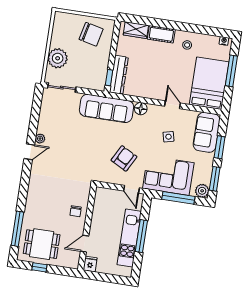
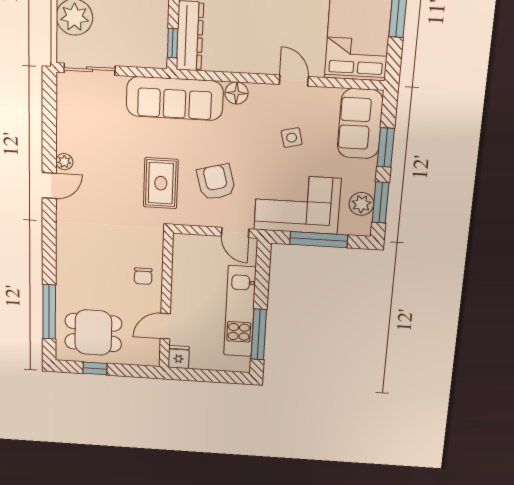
rug: (93, 156) -> (161, 183), added
armchair: (124, 158) -> (216, 182), turned -43
plant: (202, 191) -> (361, 204), moved
window: (141, 236) -> (259, 334), moved

